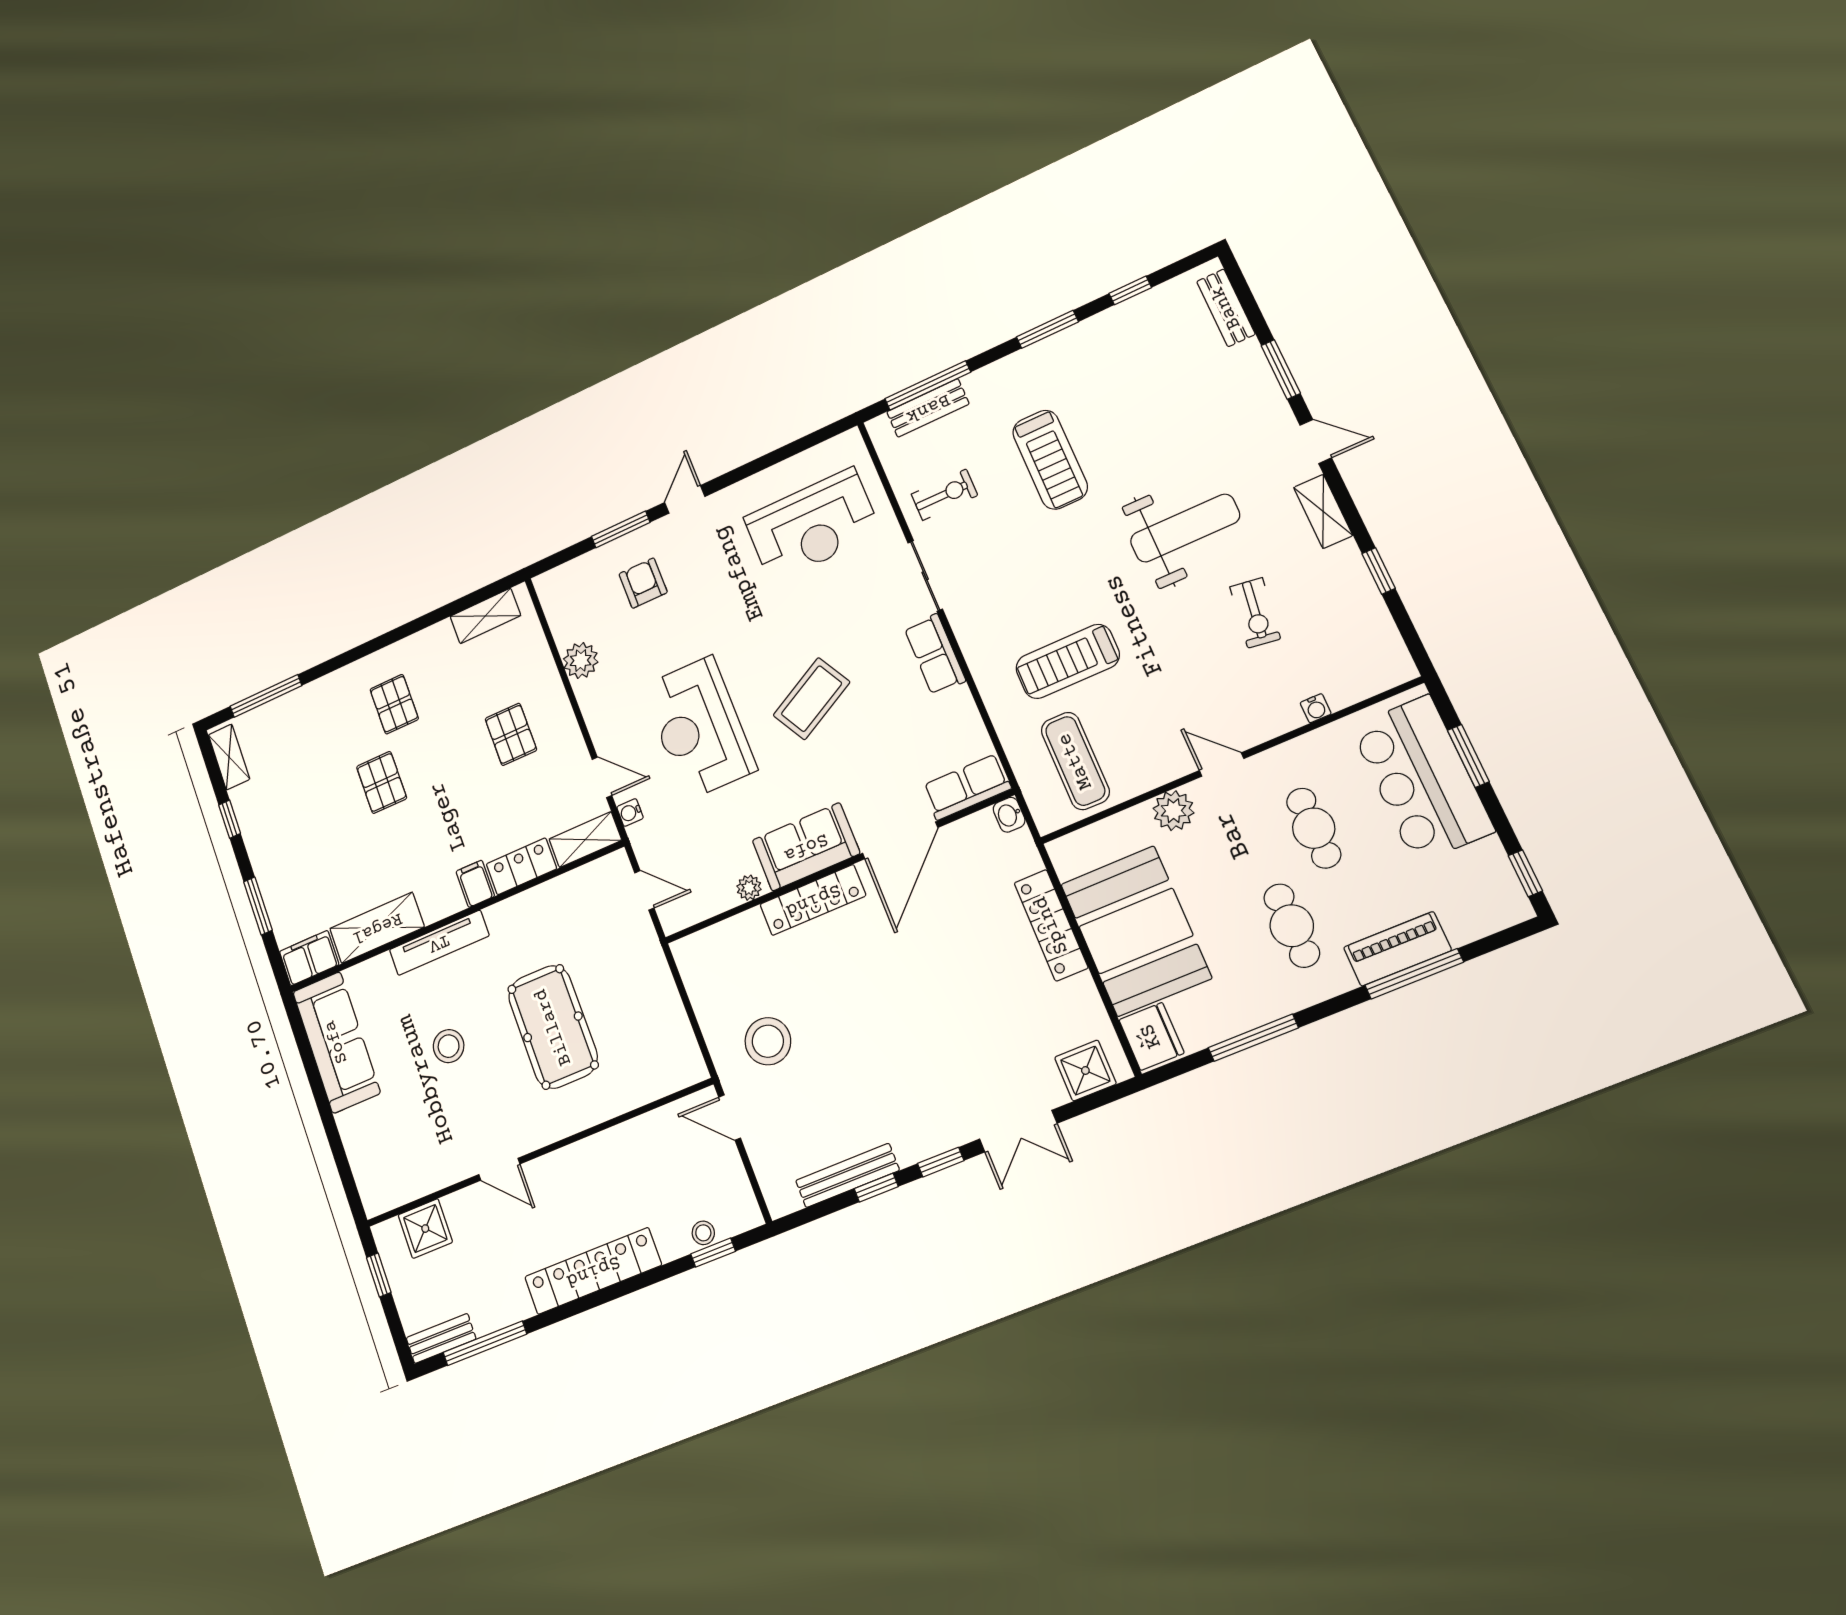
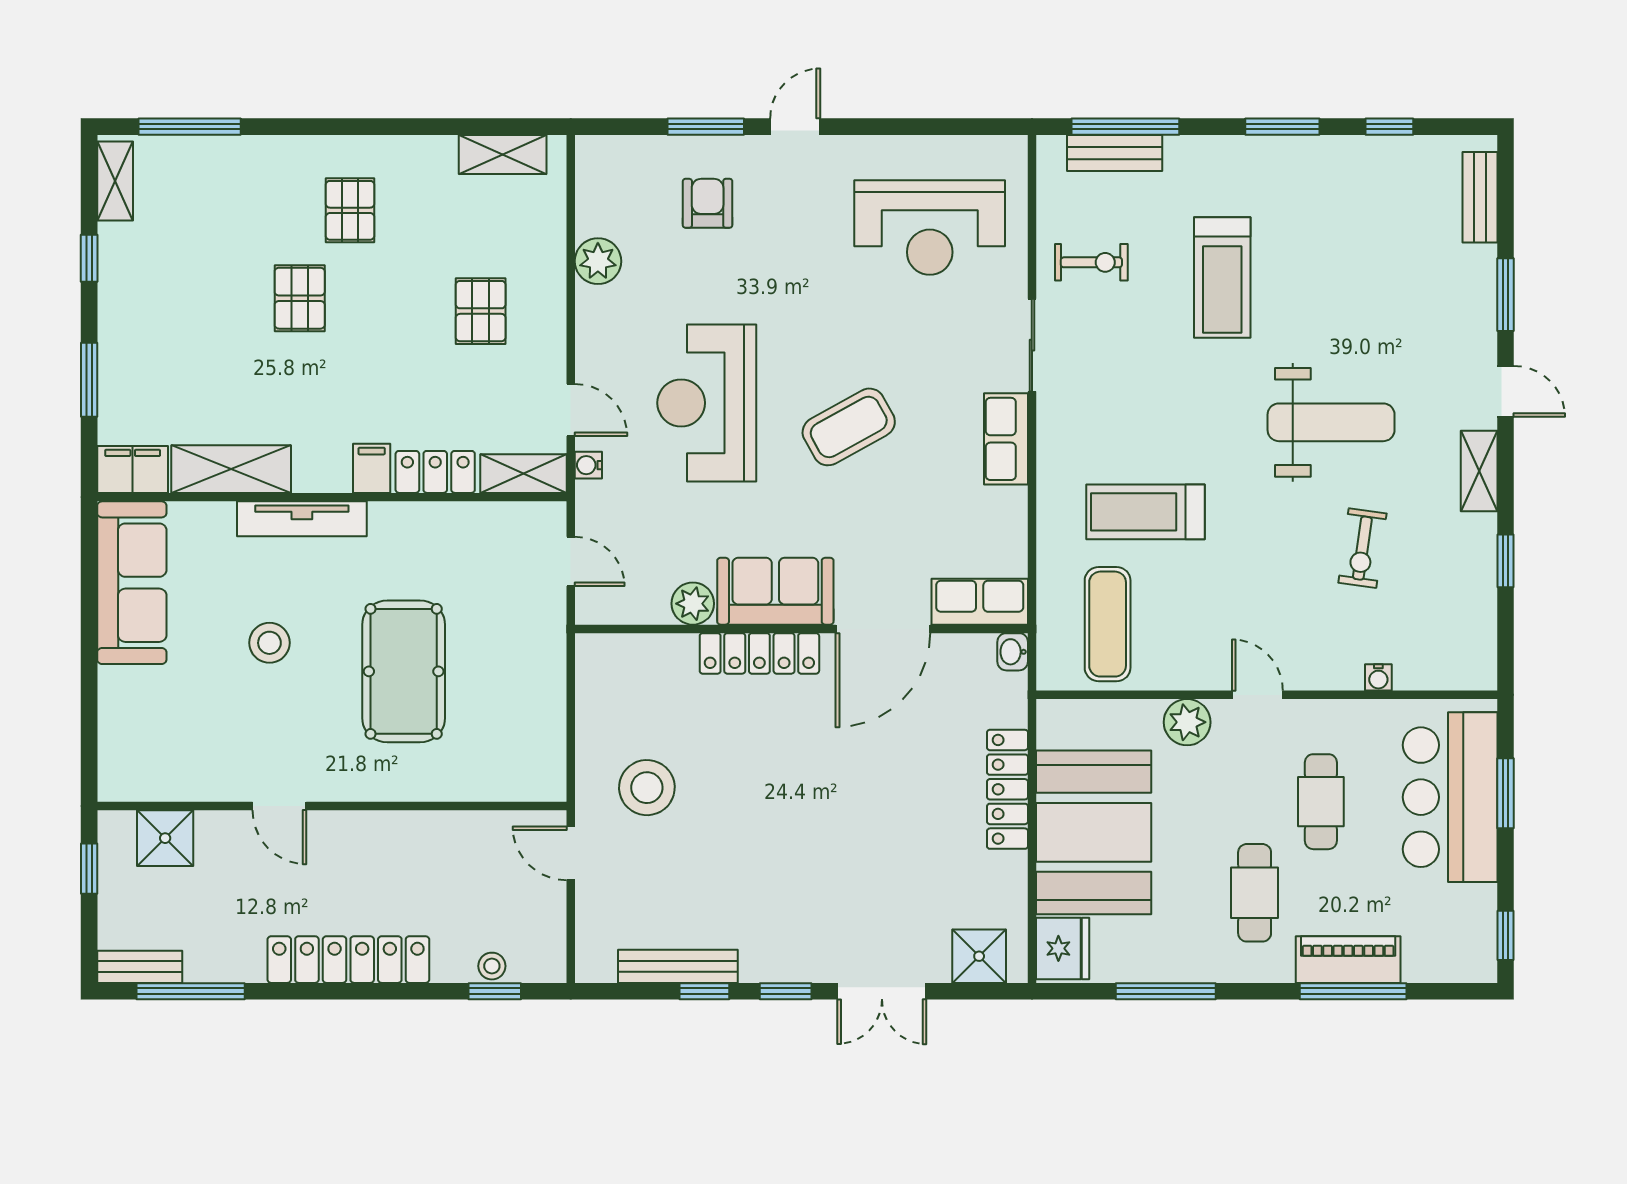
plant: (749, 888) -> (693, 604), width x1.38, depth x1.38

